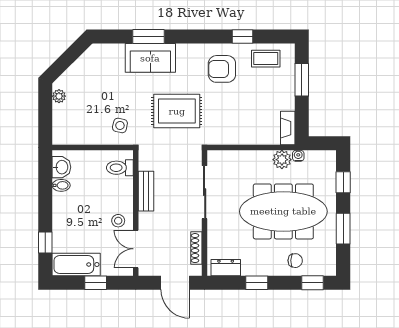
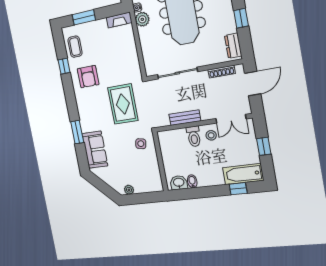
sofa: (150, 58) -> (95, 150), moved
toilet: (120, 168) -> (194, 136), moved
bathtub: (76, 264) -> (243, 174), moved, turned 90

